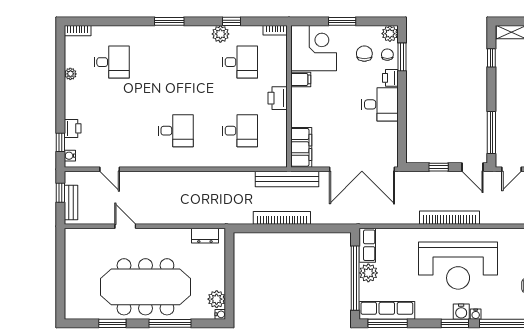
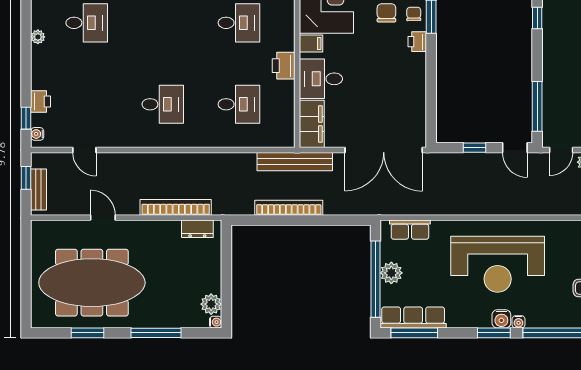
desk: (380, 104) -> (321, 79), moved, turned 180
bookcase: (449, 218) -> (176, 207), moved
row of seats: (367, 245) -> (410, 230), moved, turned 90
meeting table: (145, 287) -> (92, 283), moved

